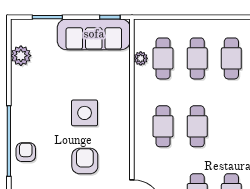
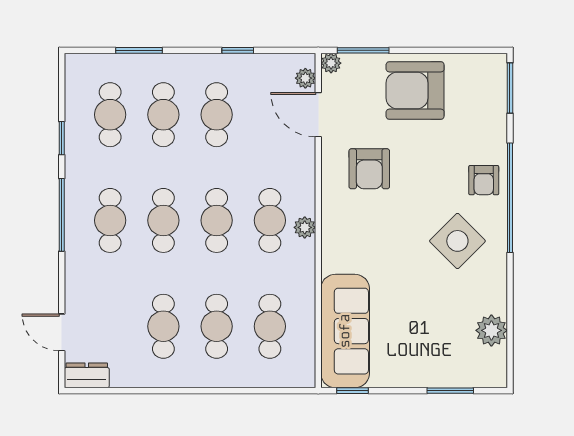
sofa: (94, 34) -> (345, 331), moved, turned 90
plant: (141, 58) -> (305, 227), moved
side table: (85, 113) -> (457, 241), moved, turned 45
cafe table: (231, 126) -> (163, 220), added
armchair: (85, 161) -> (369, 169), moved

